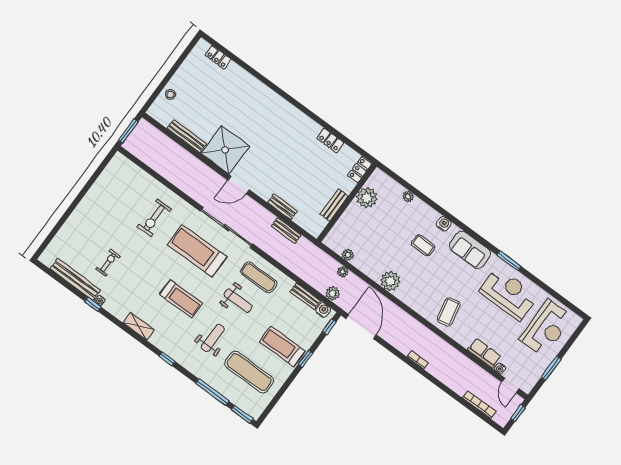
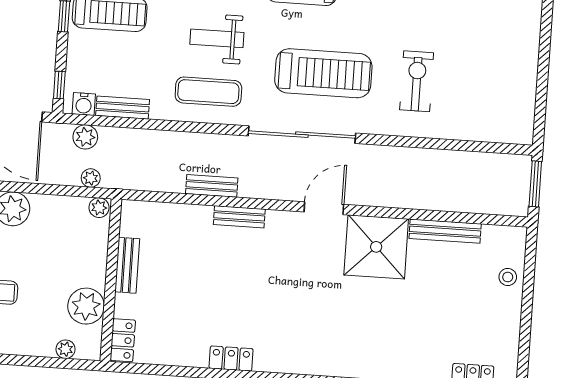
locker: (360, 170) -> (123, 340), moved
plant: (367, 198) -> (86, 306), moved
wall: (347, 203) -> (111, 280), moved
bench: (334, 205) -> (127, 265), moved

